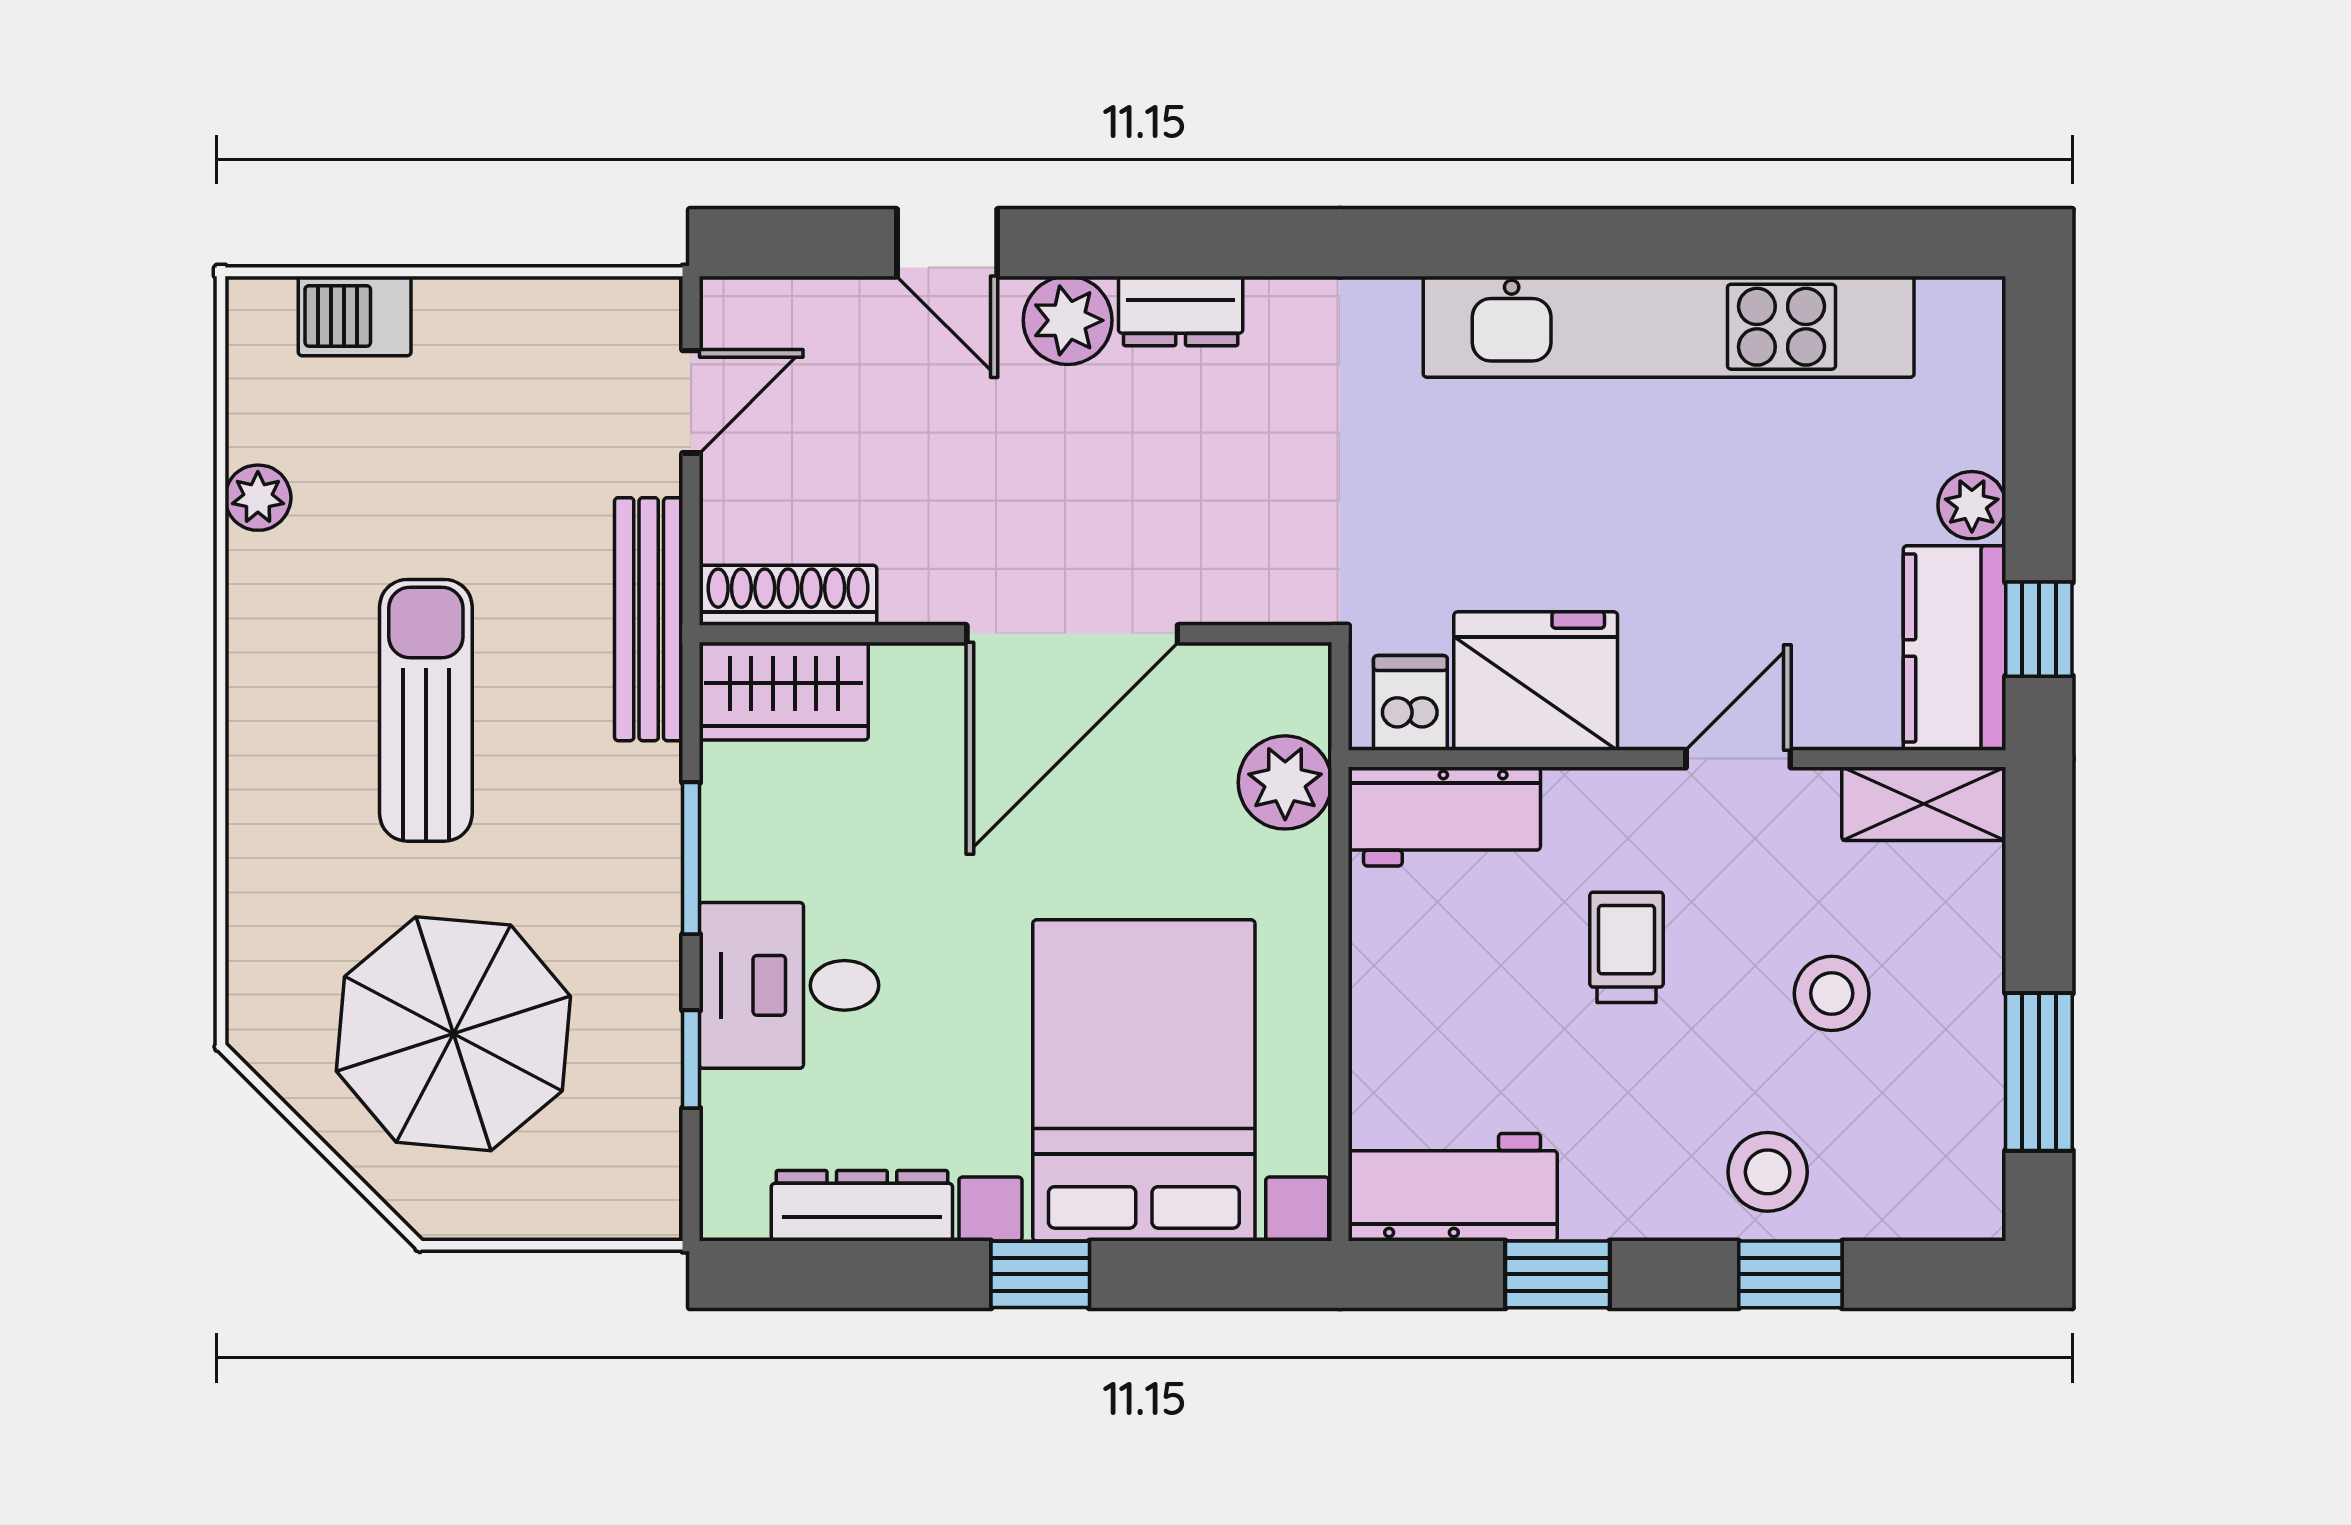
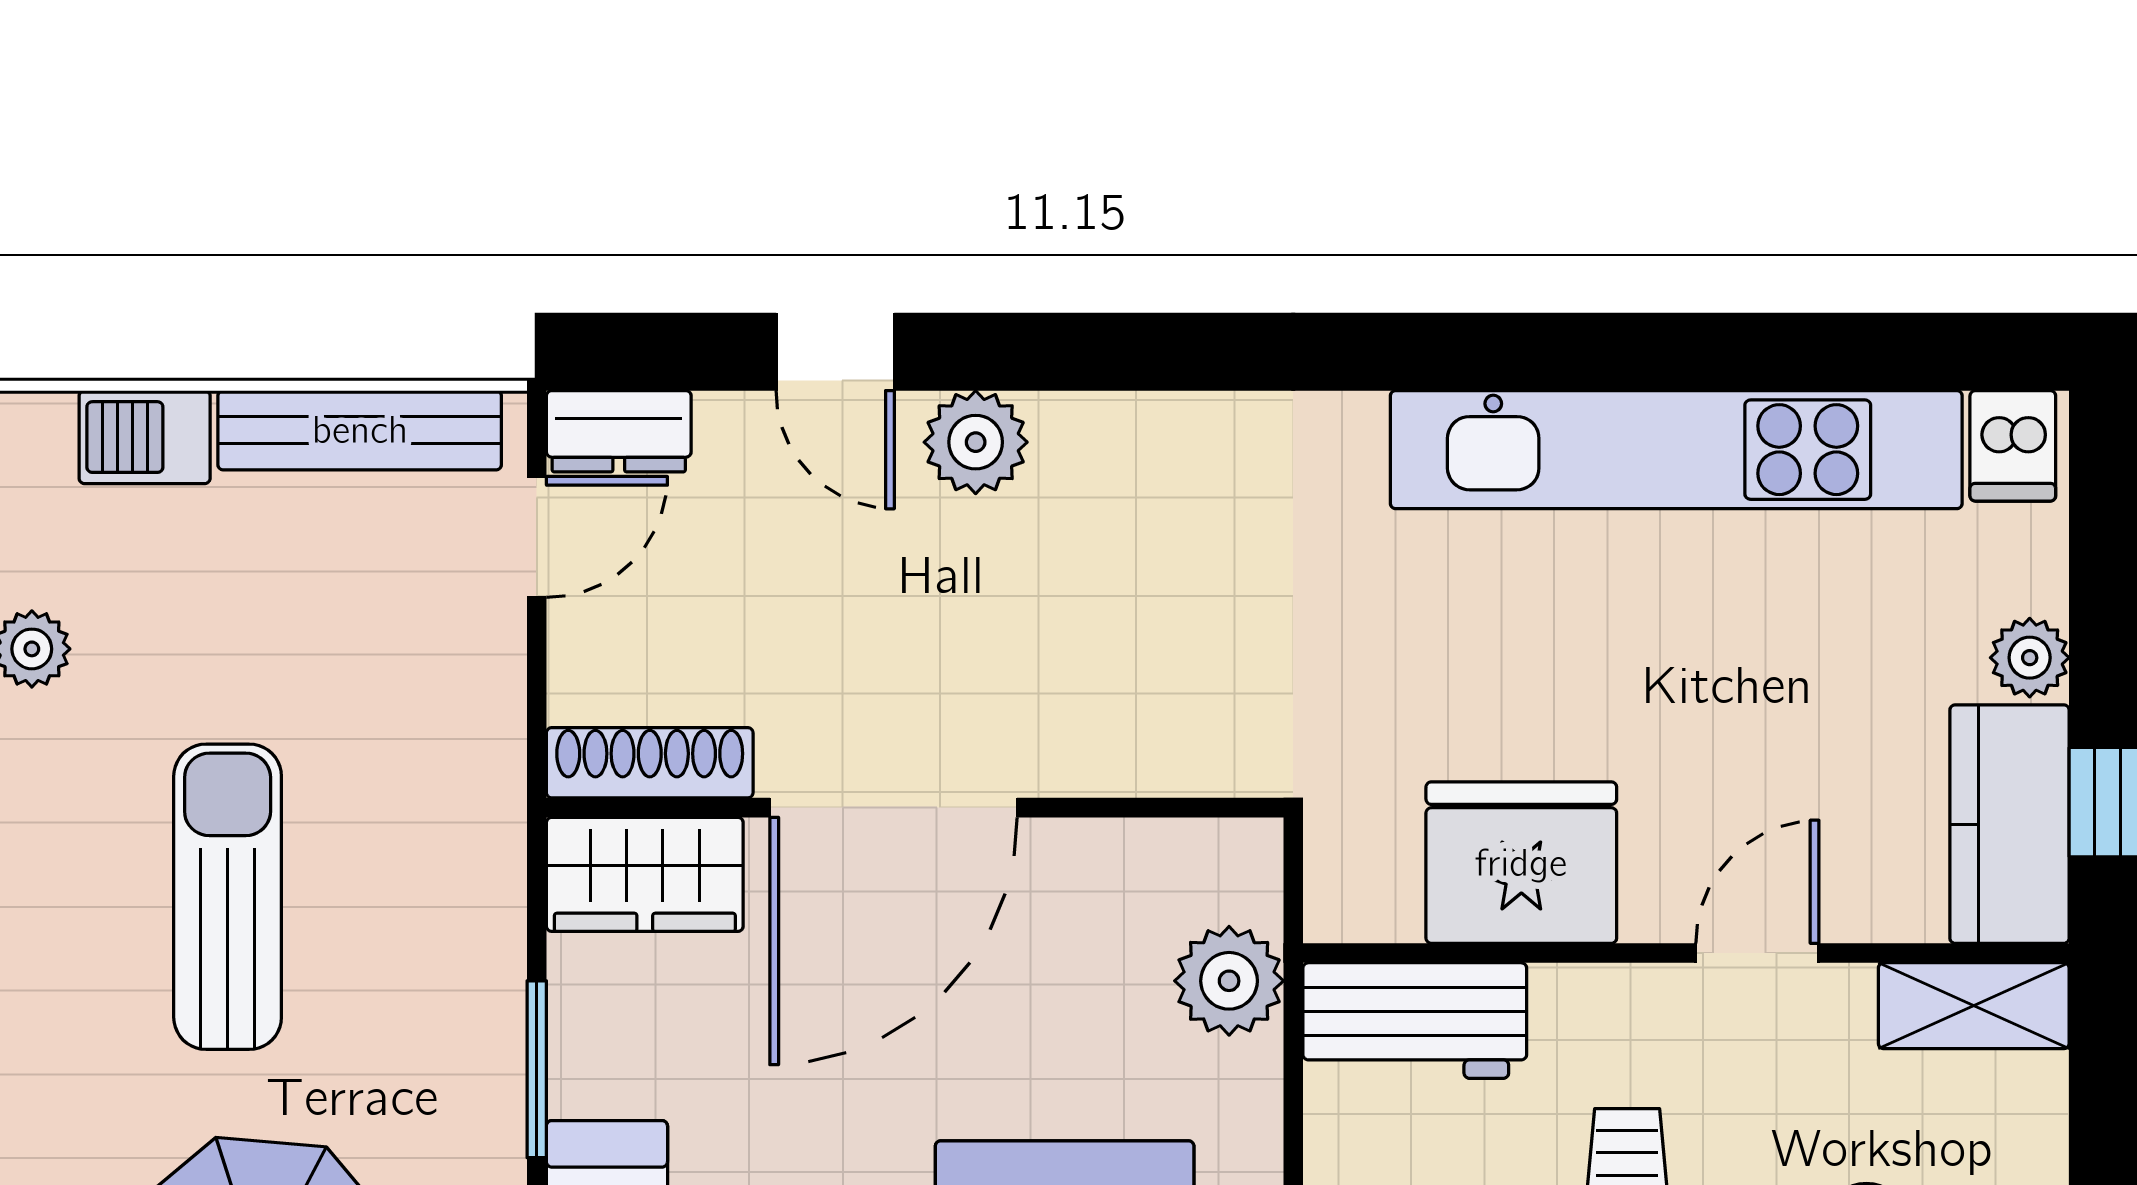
dresser: (1181, 311) -> (619, 431), moved
bench: (649, 619) -> (360, 430), moved, turned 90
door: (1072, 634) -> (893, 808), moved
dishwasher: (1410, 703) -> (2013, 446), moved, turned 180

